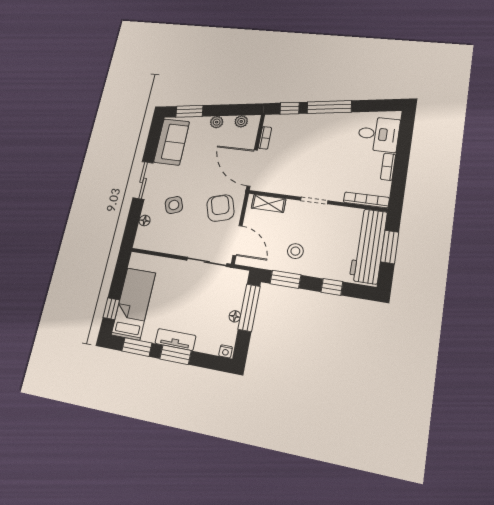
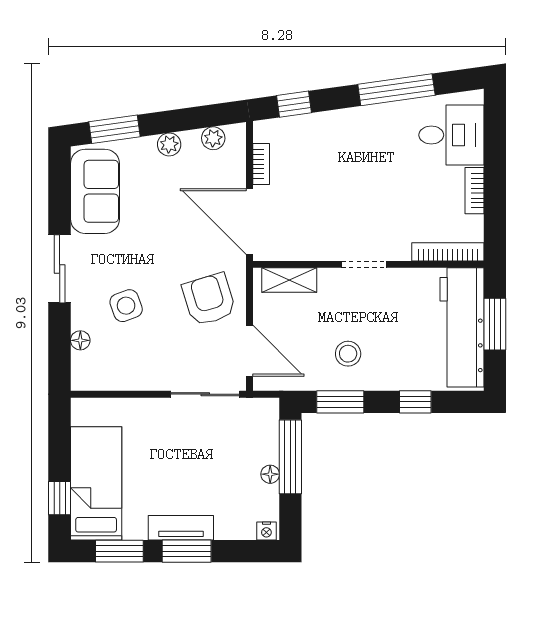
window: (329, 107) -> (396, 90), moved

